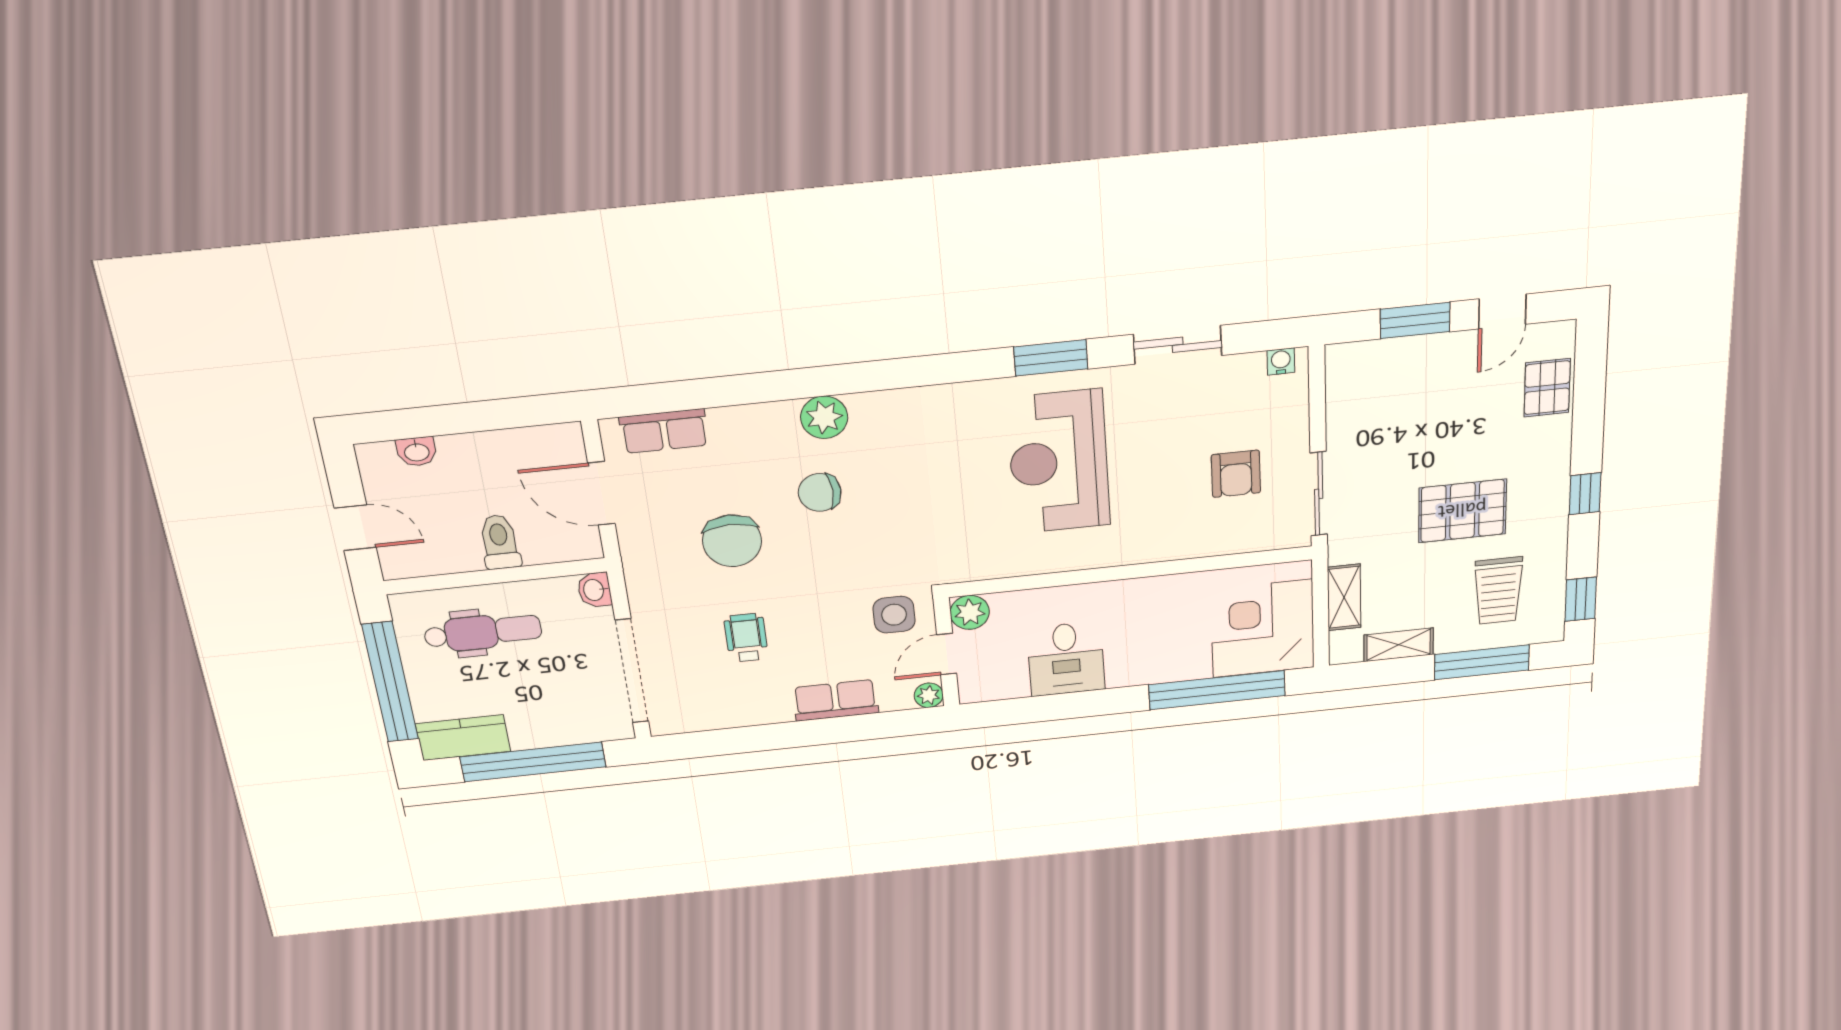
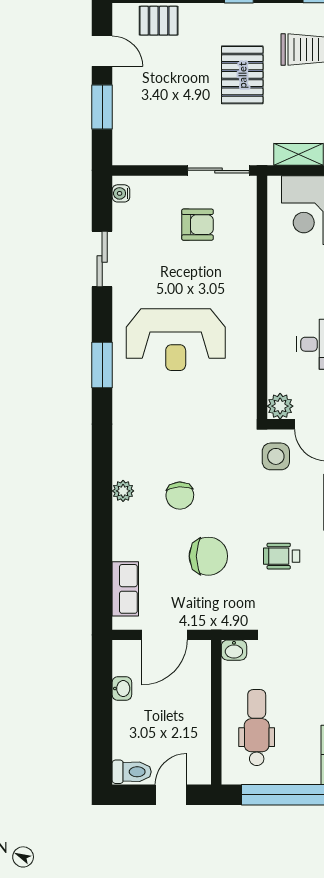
window: (1051, 358) -> (102, 365), moved
plant: (824, 417) -> (123, 491), width x0.73, depth x0.73
washbasin: (417, 452) -> (122, 689), moved
toilet: (500, 542) -> (132, 772), moved, turned 180

